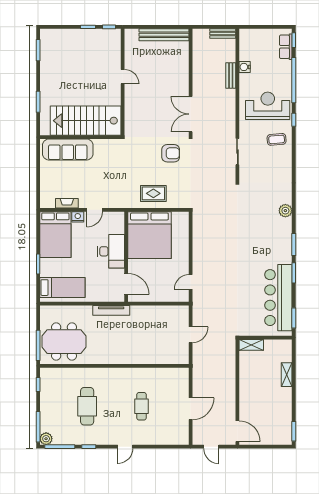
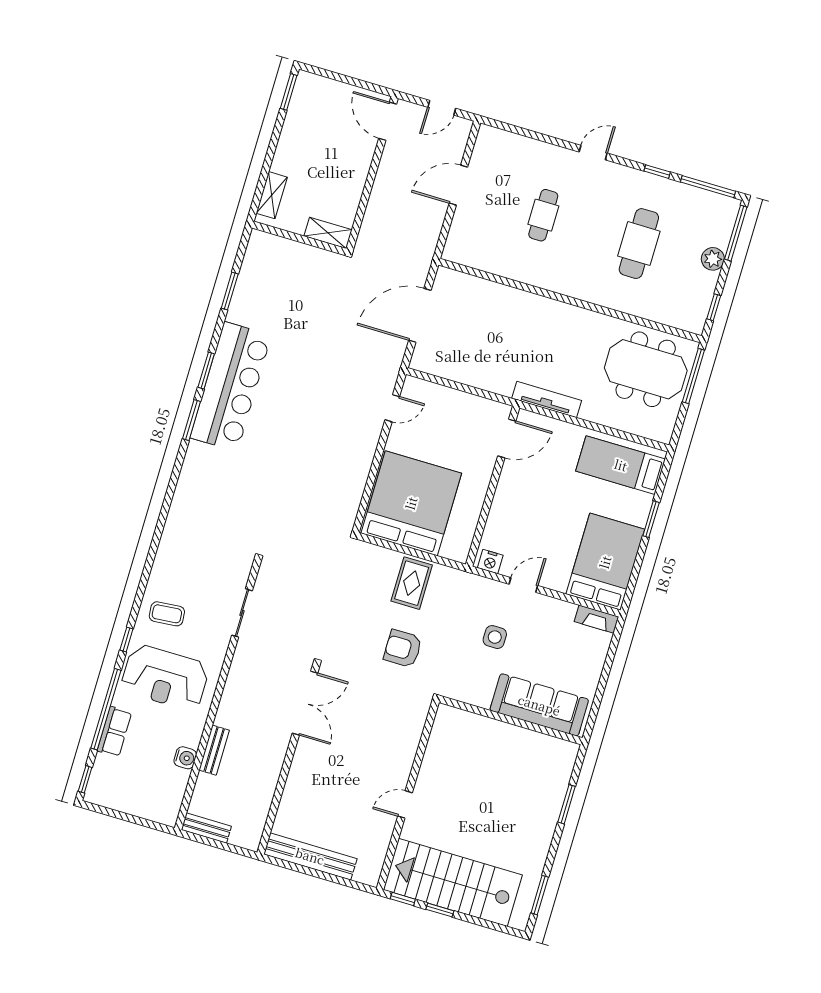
row of seats: (286, 47) -> (114, 732), moved
door: (123, 77) -> (405, 804), hinge flipped
stairs: (86, 121) -> (453, 882), moved, turned 180
armchair: (171, 153) -> (403, 649), moved
side table: (102, 178) -> (495, 637), added
rug: (153, 193) -> (412, 583), turned 90
fireplace: (67, 203) -> (596, 619), moved
plant: (285, 211) -> (188, 484), removed
nightstand: (78, 217) -> (490, 562), moved
bed: (149, 235) -> (411, 503), moved
desk: (111, 251) -> (516, 503), removed
door: (126, 284) -> (507, 438), swing flipped
bar counter: (278, 298) -> (231, 387), moved
door: (191, 335) -> (420, 315), width x1.88
wall: (266, 338) -> (299, 238), moved
shelving: (251, 345) -> (328, 233), moved
plant: (46, 439) -> (713, 259), moved
door: (211, 447) -> (442, 108), swing flipped

